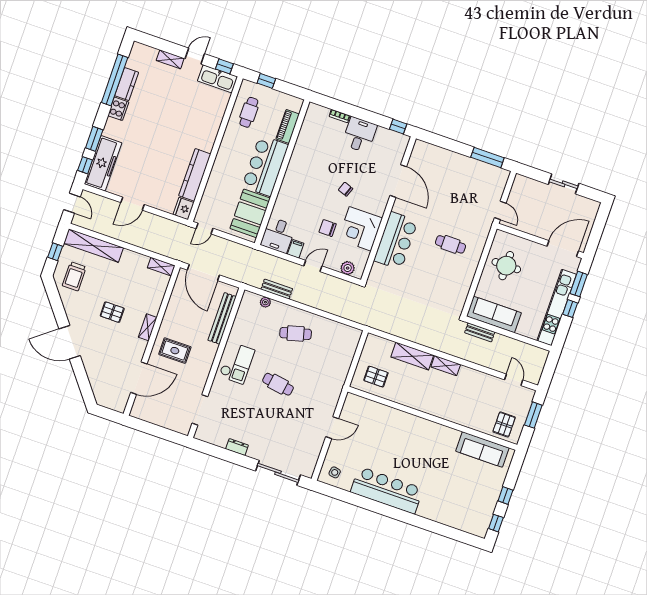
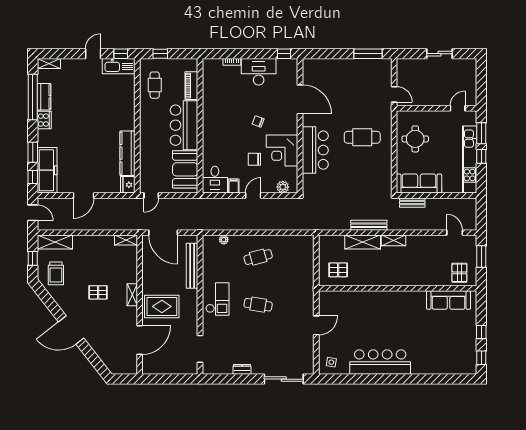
shelving: (170, 59) -> (49, 63), moved
desk: (359, 135) -> (259, 72), width x1.37
cafe table: (450, 244) -> (362, 137), width x1.37, depth x1.35
shelving: (94, 246) -> (55, 242), width x0.68
door: (563, 249) -> (458, 108), width x0.53
bench: (277, 289) -> (369, 225), moved, width x1.36
rug: (175, 351) -> (162, 306), width x1.36, depth x1.43

